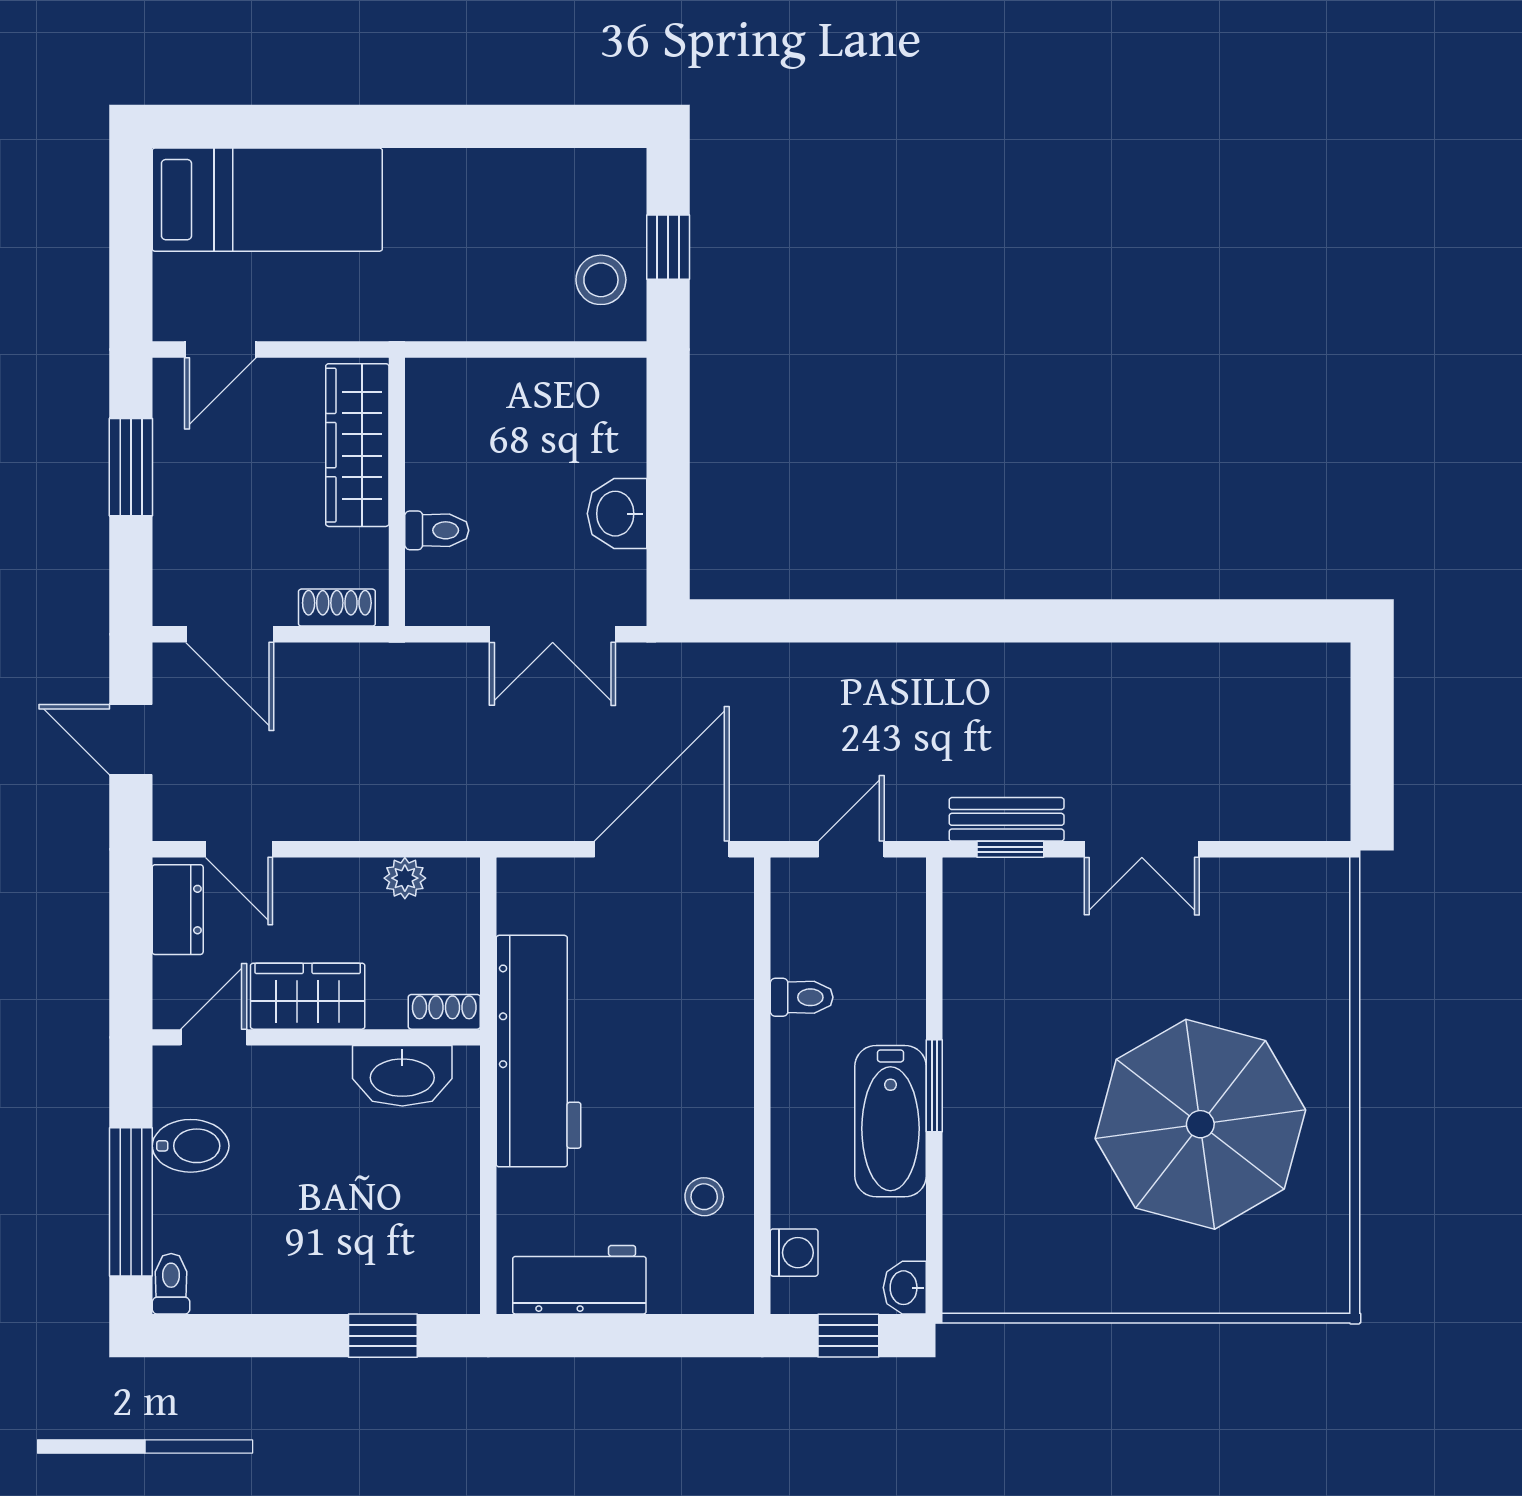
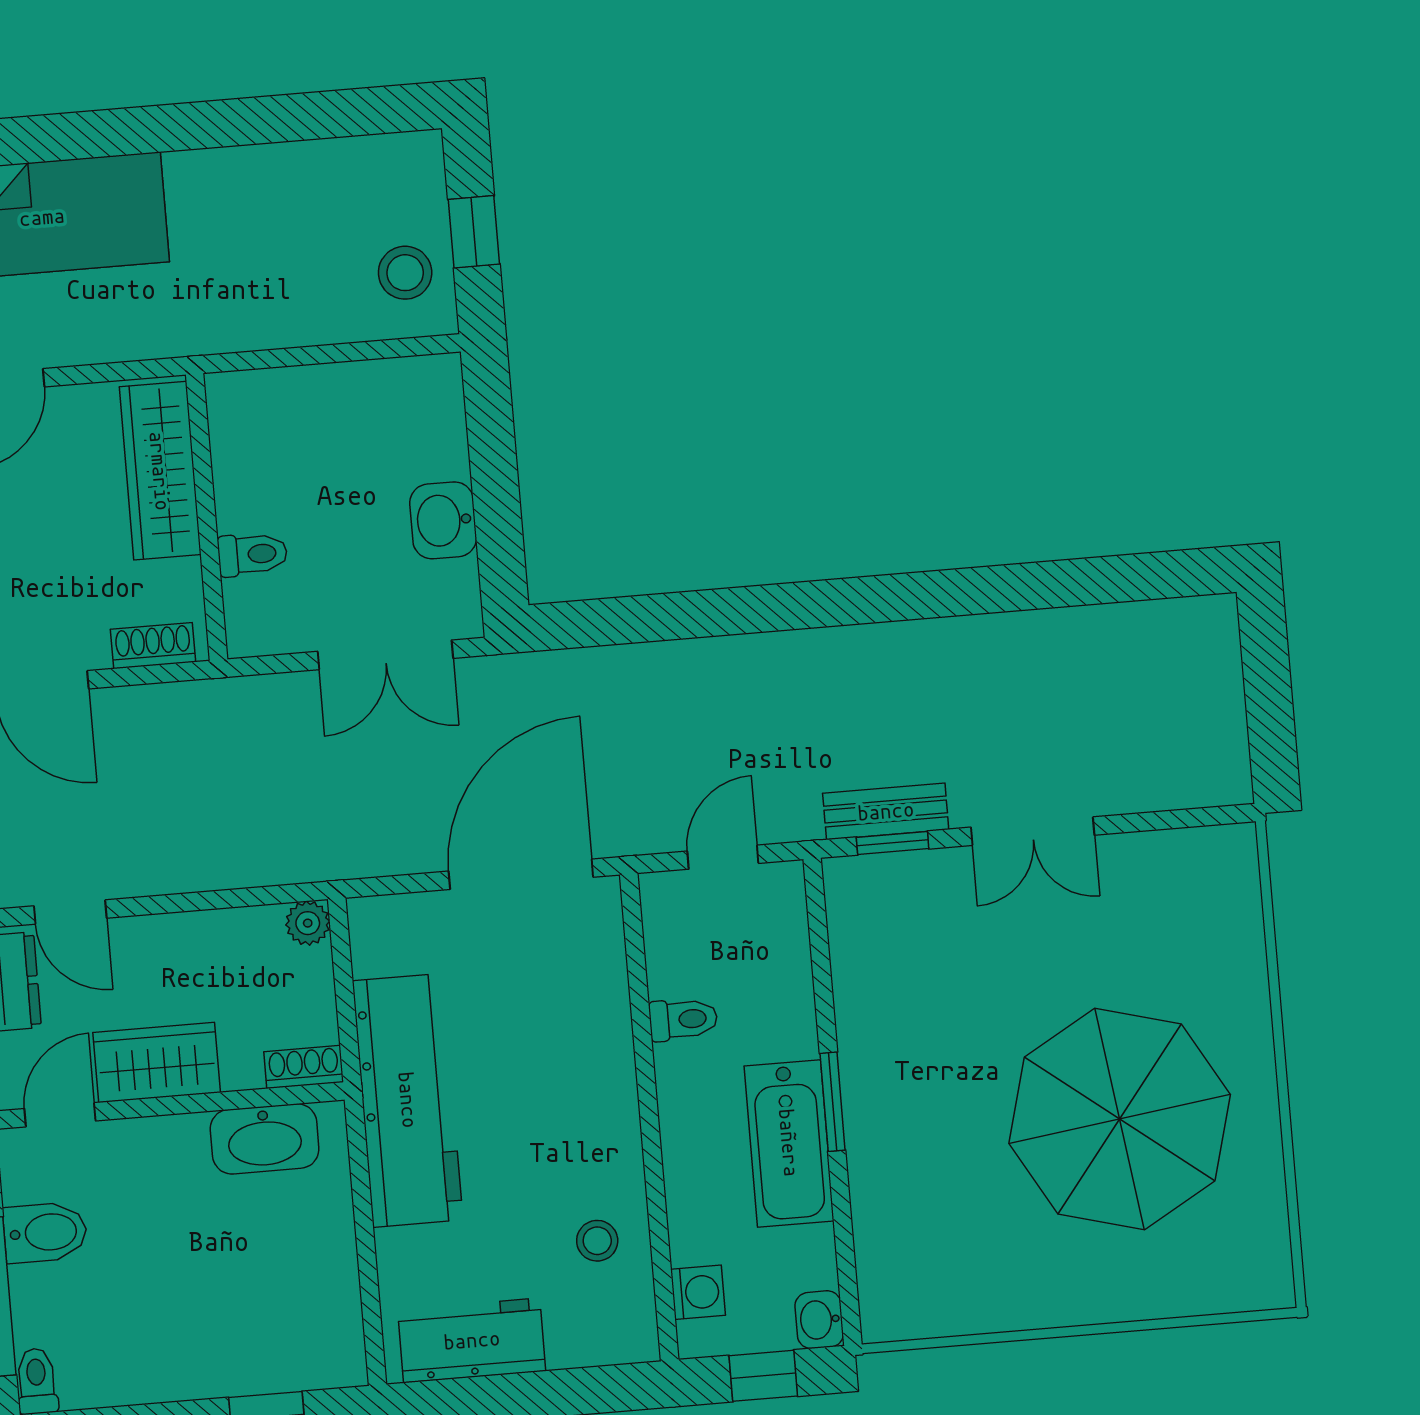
plant: (405, 878) -> (308, 923), moved

